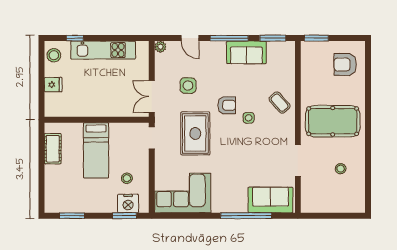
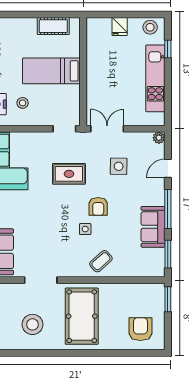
rug: (195, 133) -> (69, 174), width x0.73, depth x0.70
stool: (341, 169) -> (33, 324), width x1.89, depth x1.89

